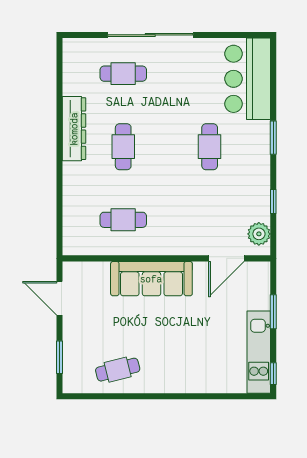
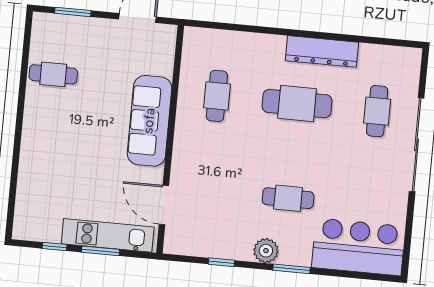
cafe table: (123, 147) -> (297, 104), width x1.37, depth x1.35
plant: (259, 234) -> (266, 251), moved
kitchen unit: (259, 352) -> (108, 235), moved
cafe table: (118, 370) -> (53, 74), turned -76
window: (273, 374) -> (54, 246), moved

